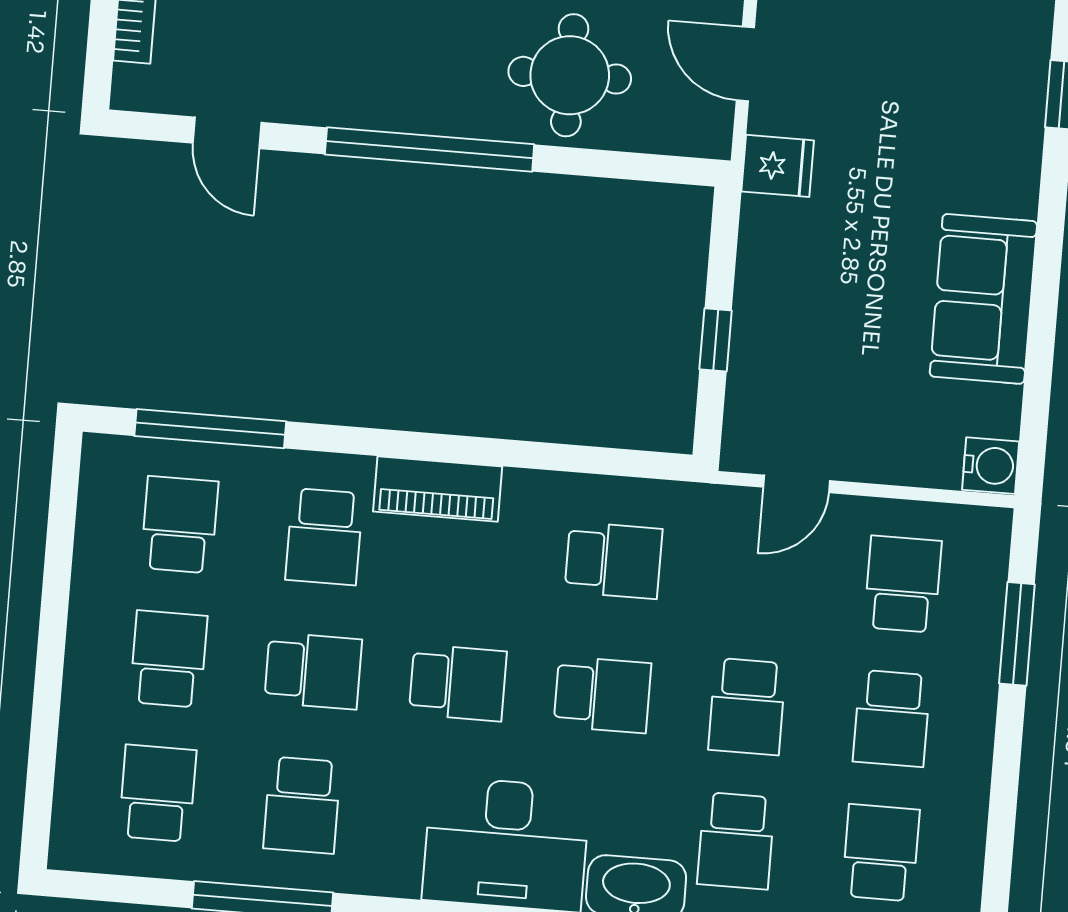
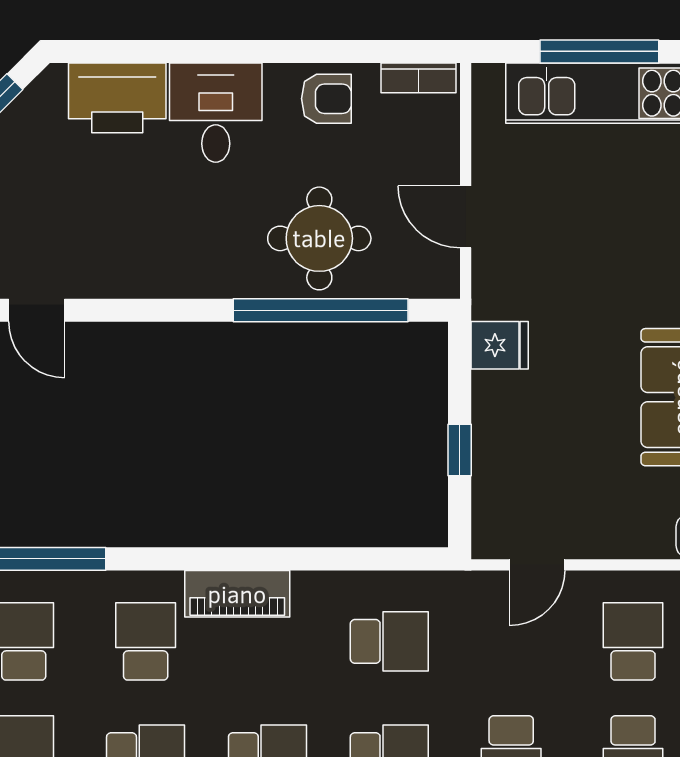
window: (430, 149) -> (321, 310), moved
fridge: (778, 166) -> (500, 345), moved
school desk: (324, 537) -> (146, 641), turned 180

